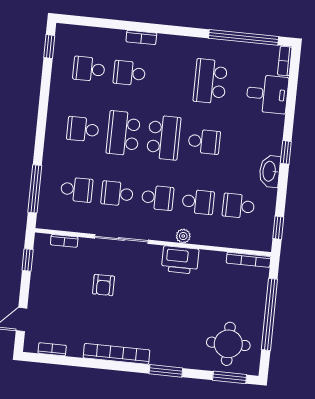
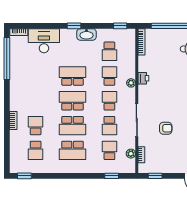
school desk: (129, 73) -> (36, 126), turned 180
school desk: (210, 81) -> (36, 76), removed
desk: (267, 94) -> (44, 41), width x1.37
school desk: (83, 129) -> (72, 150), width x1.85
school desk: (204, 142) -> (72, 76), width x1.85
window: (35, 189) -> (112, 176), width x0.46
plant: (68, 224) -> (131, 154), added
printer: (180, 260) -> (143, 78), width x0.53, depth x0.68

